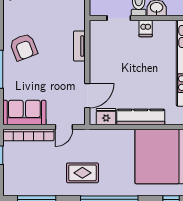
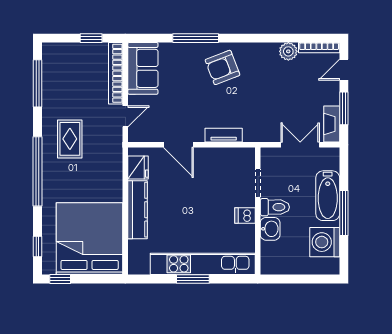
door: (87, 96) -> (178, 145), moved
door: (64, 127) -> (125, 116), swing flipped

